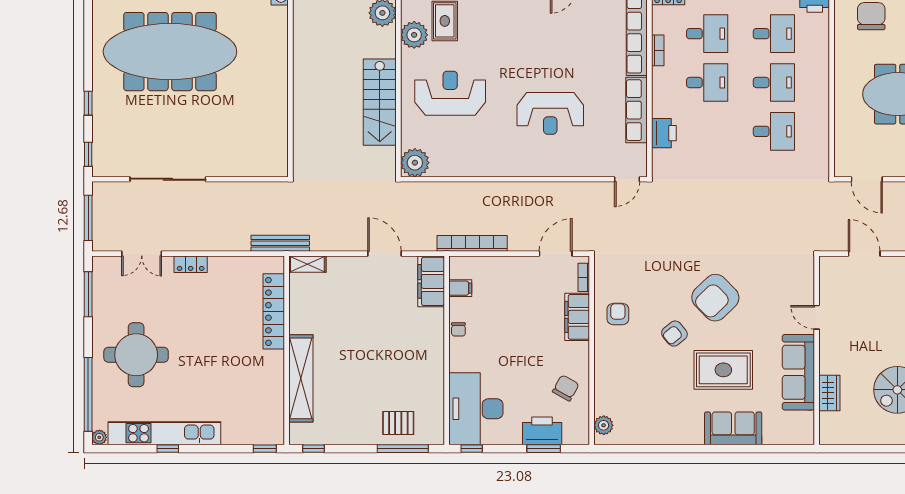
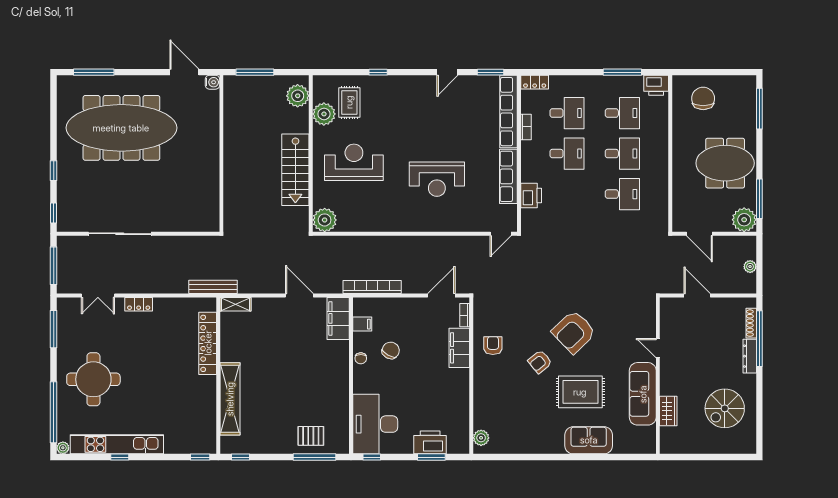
chair: (566, 388) -> (391, 350), moved

